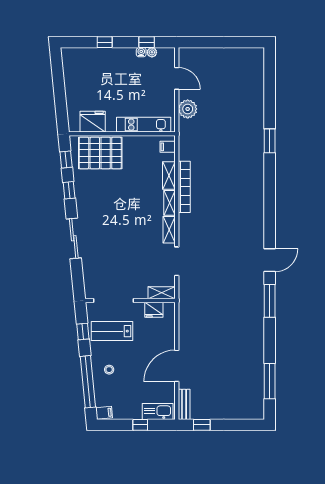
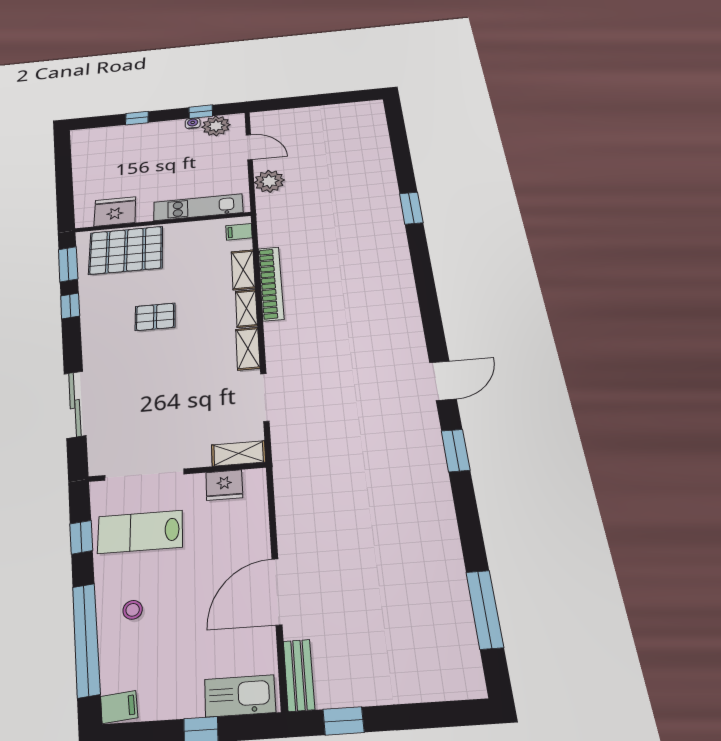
plant: (152, 52) -> (216, 126), width x1.88, depth x1.88
window: (66, 160) -> (68, 264), width x1.50
pallet: (118, 203) -> (155, 317), added
sliding door: (74, 238) -> (75, 404), moved
window: (270, 301) -> (456, 450), width x0.69

